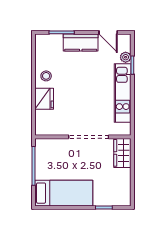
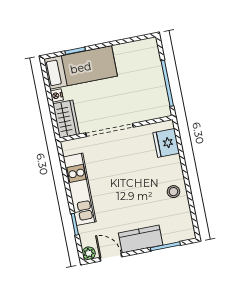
plant: (126, 57) -> (89, 253), moved
fridge: (44, 99) -> (166, 143), moved
nightstand: (126, 174) -> (57, 96), added
bed: (64, 193) -> (81, 68), moved, turned 180

